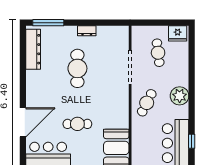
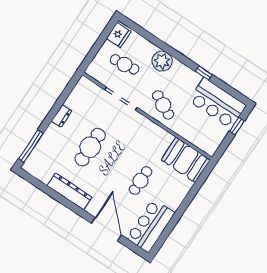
dresser: (33, 49) -> (70, 191), moved
cafe table: (77, 68) -> (90, 147), turned 90
plant: (180, 96) -> (162, 61), moved
window: (192, 141) -> (204, 73), moved

